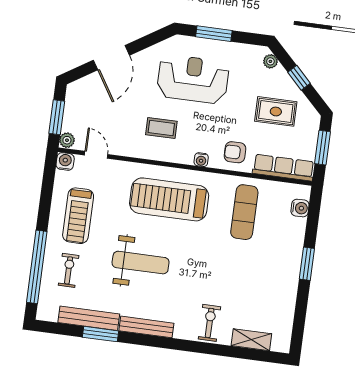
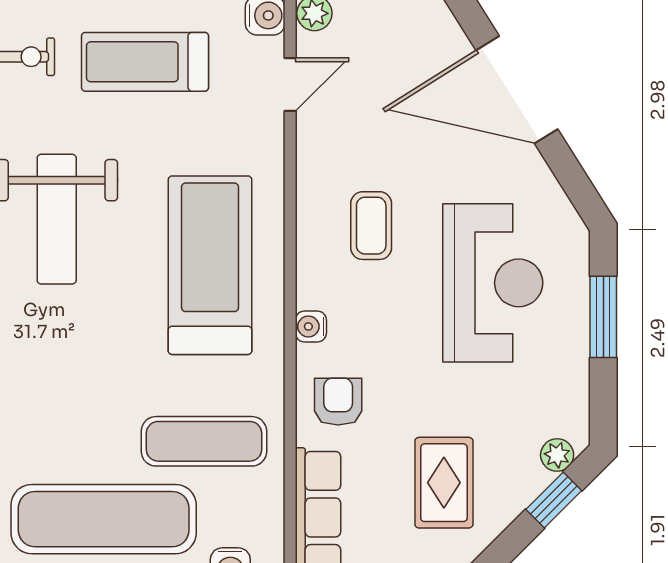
door: (111, 58) -> (517, 90), width x1.36
window: (299, 78) -> (554, 500), moved
exercise mat: (272, 260) -> (104, 519), added

